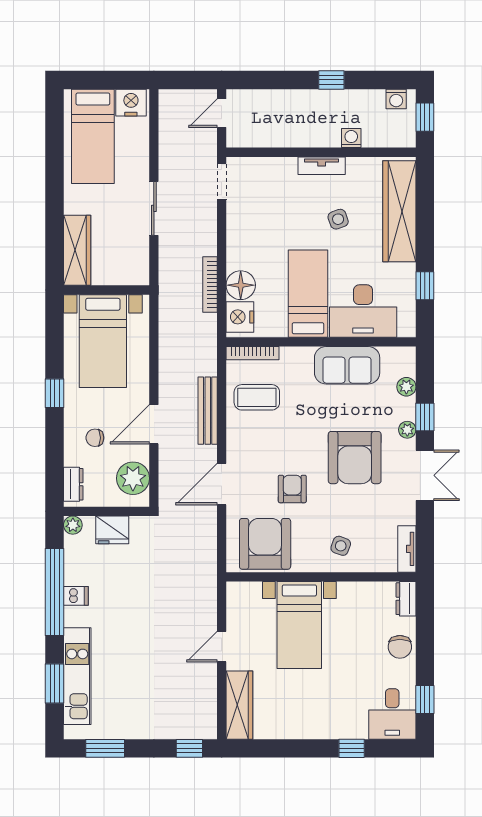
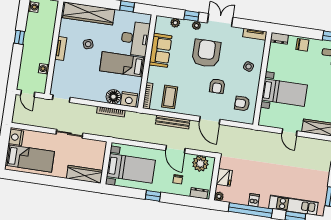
washing machine: (351, 138) -> (44, 69), moved
armchair: (355, 458) -> (206, 53), turned -90
armchair: (292, 489) -> (217, 86), turned -90
armchair: (265, 544) -> (242, 103), width x0.53, depth x0.53

